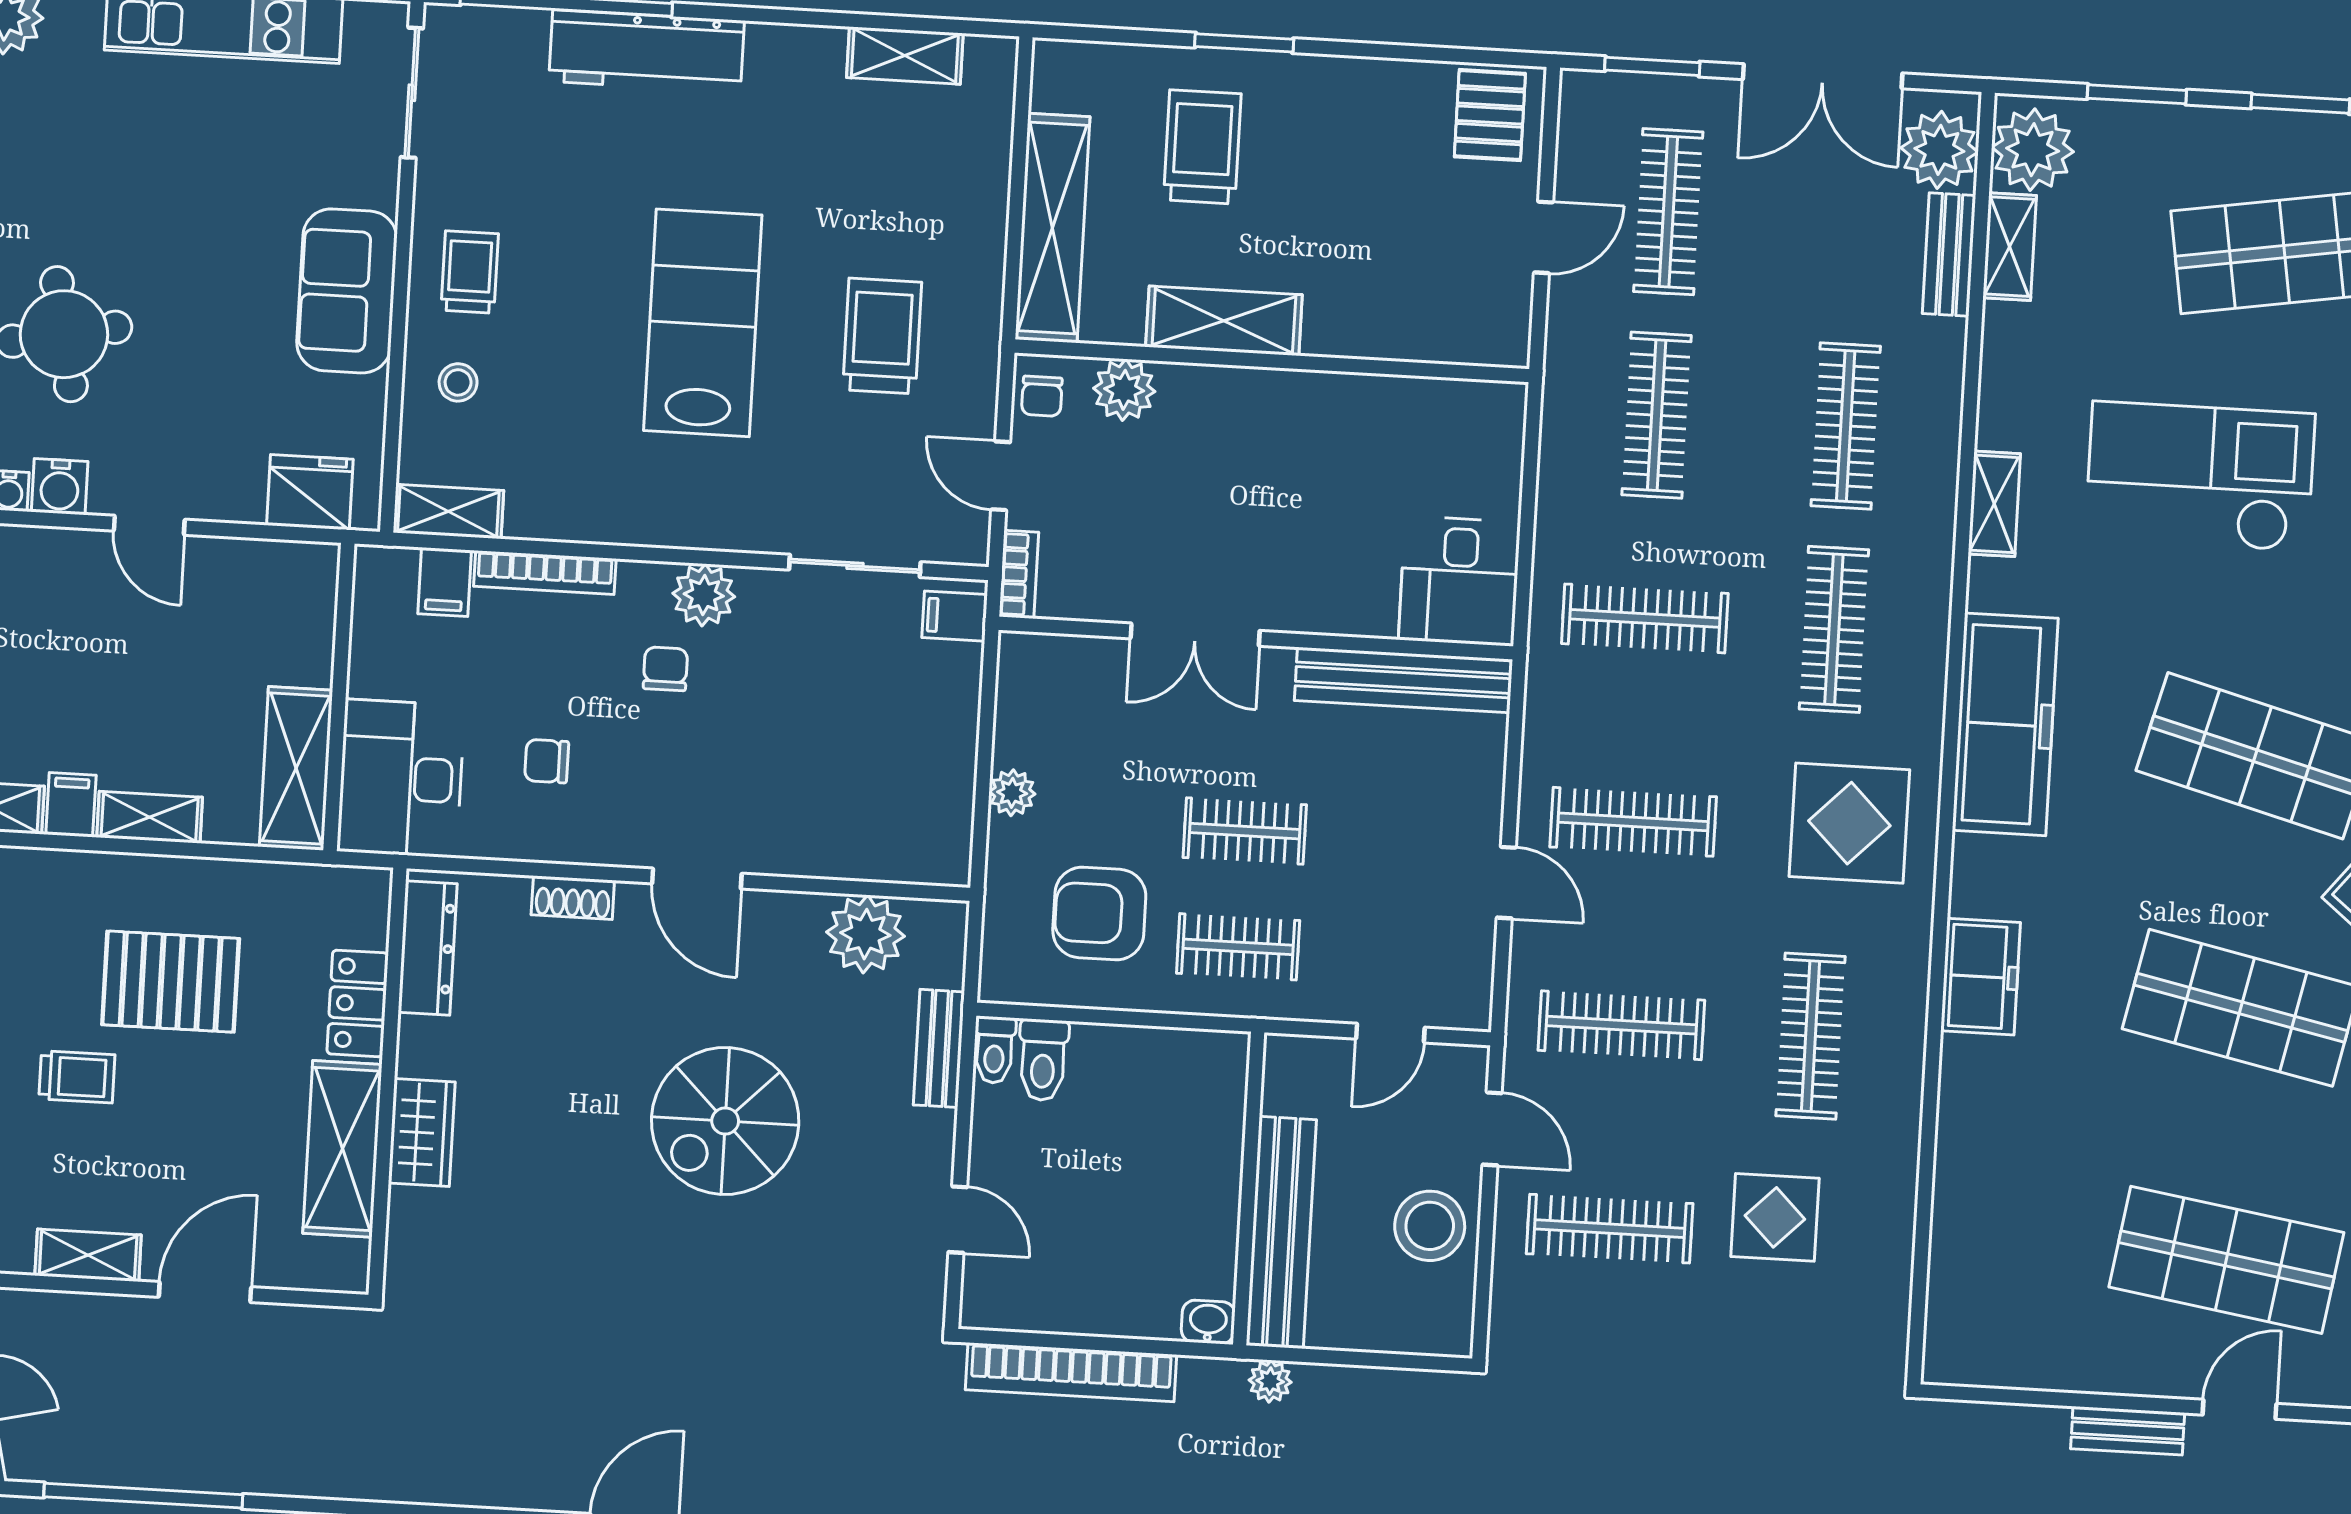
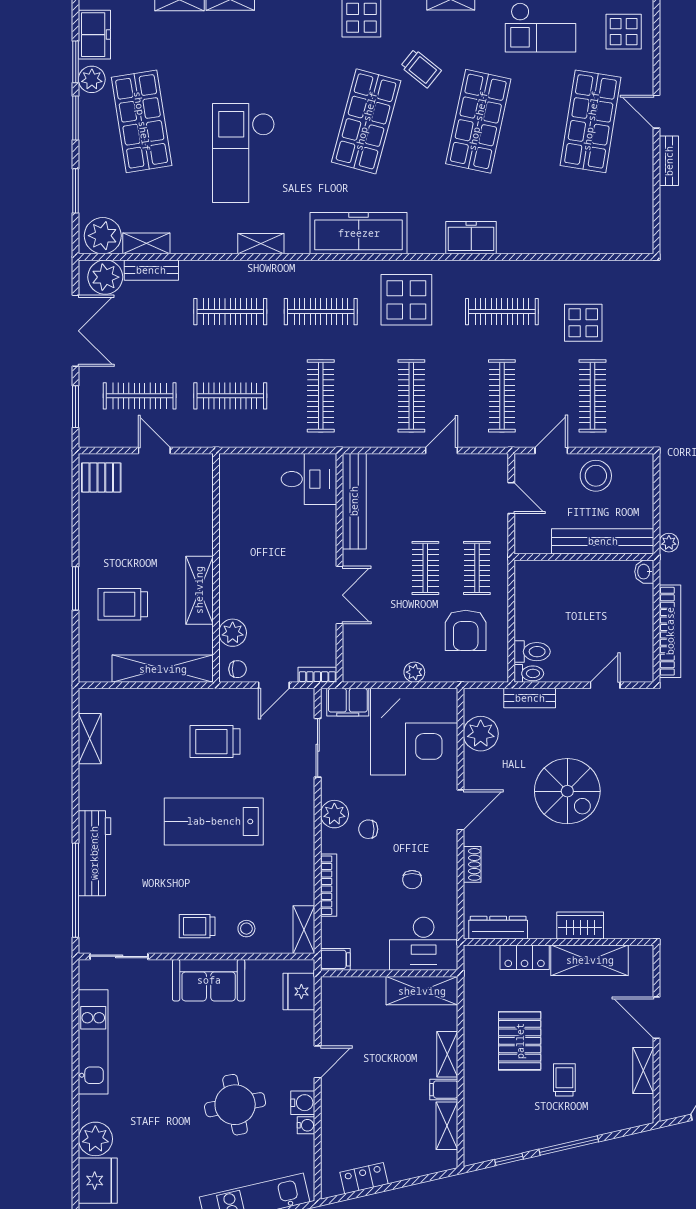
filing cabinet: (445, 582) -> (335, 959), moved
filing cabinet: (955, 616) -> (348, 702), width x2.00
corner desk: (878, 785) -> (414, 732), added

